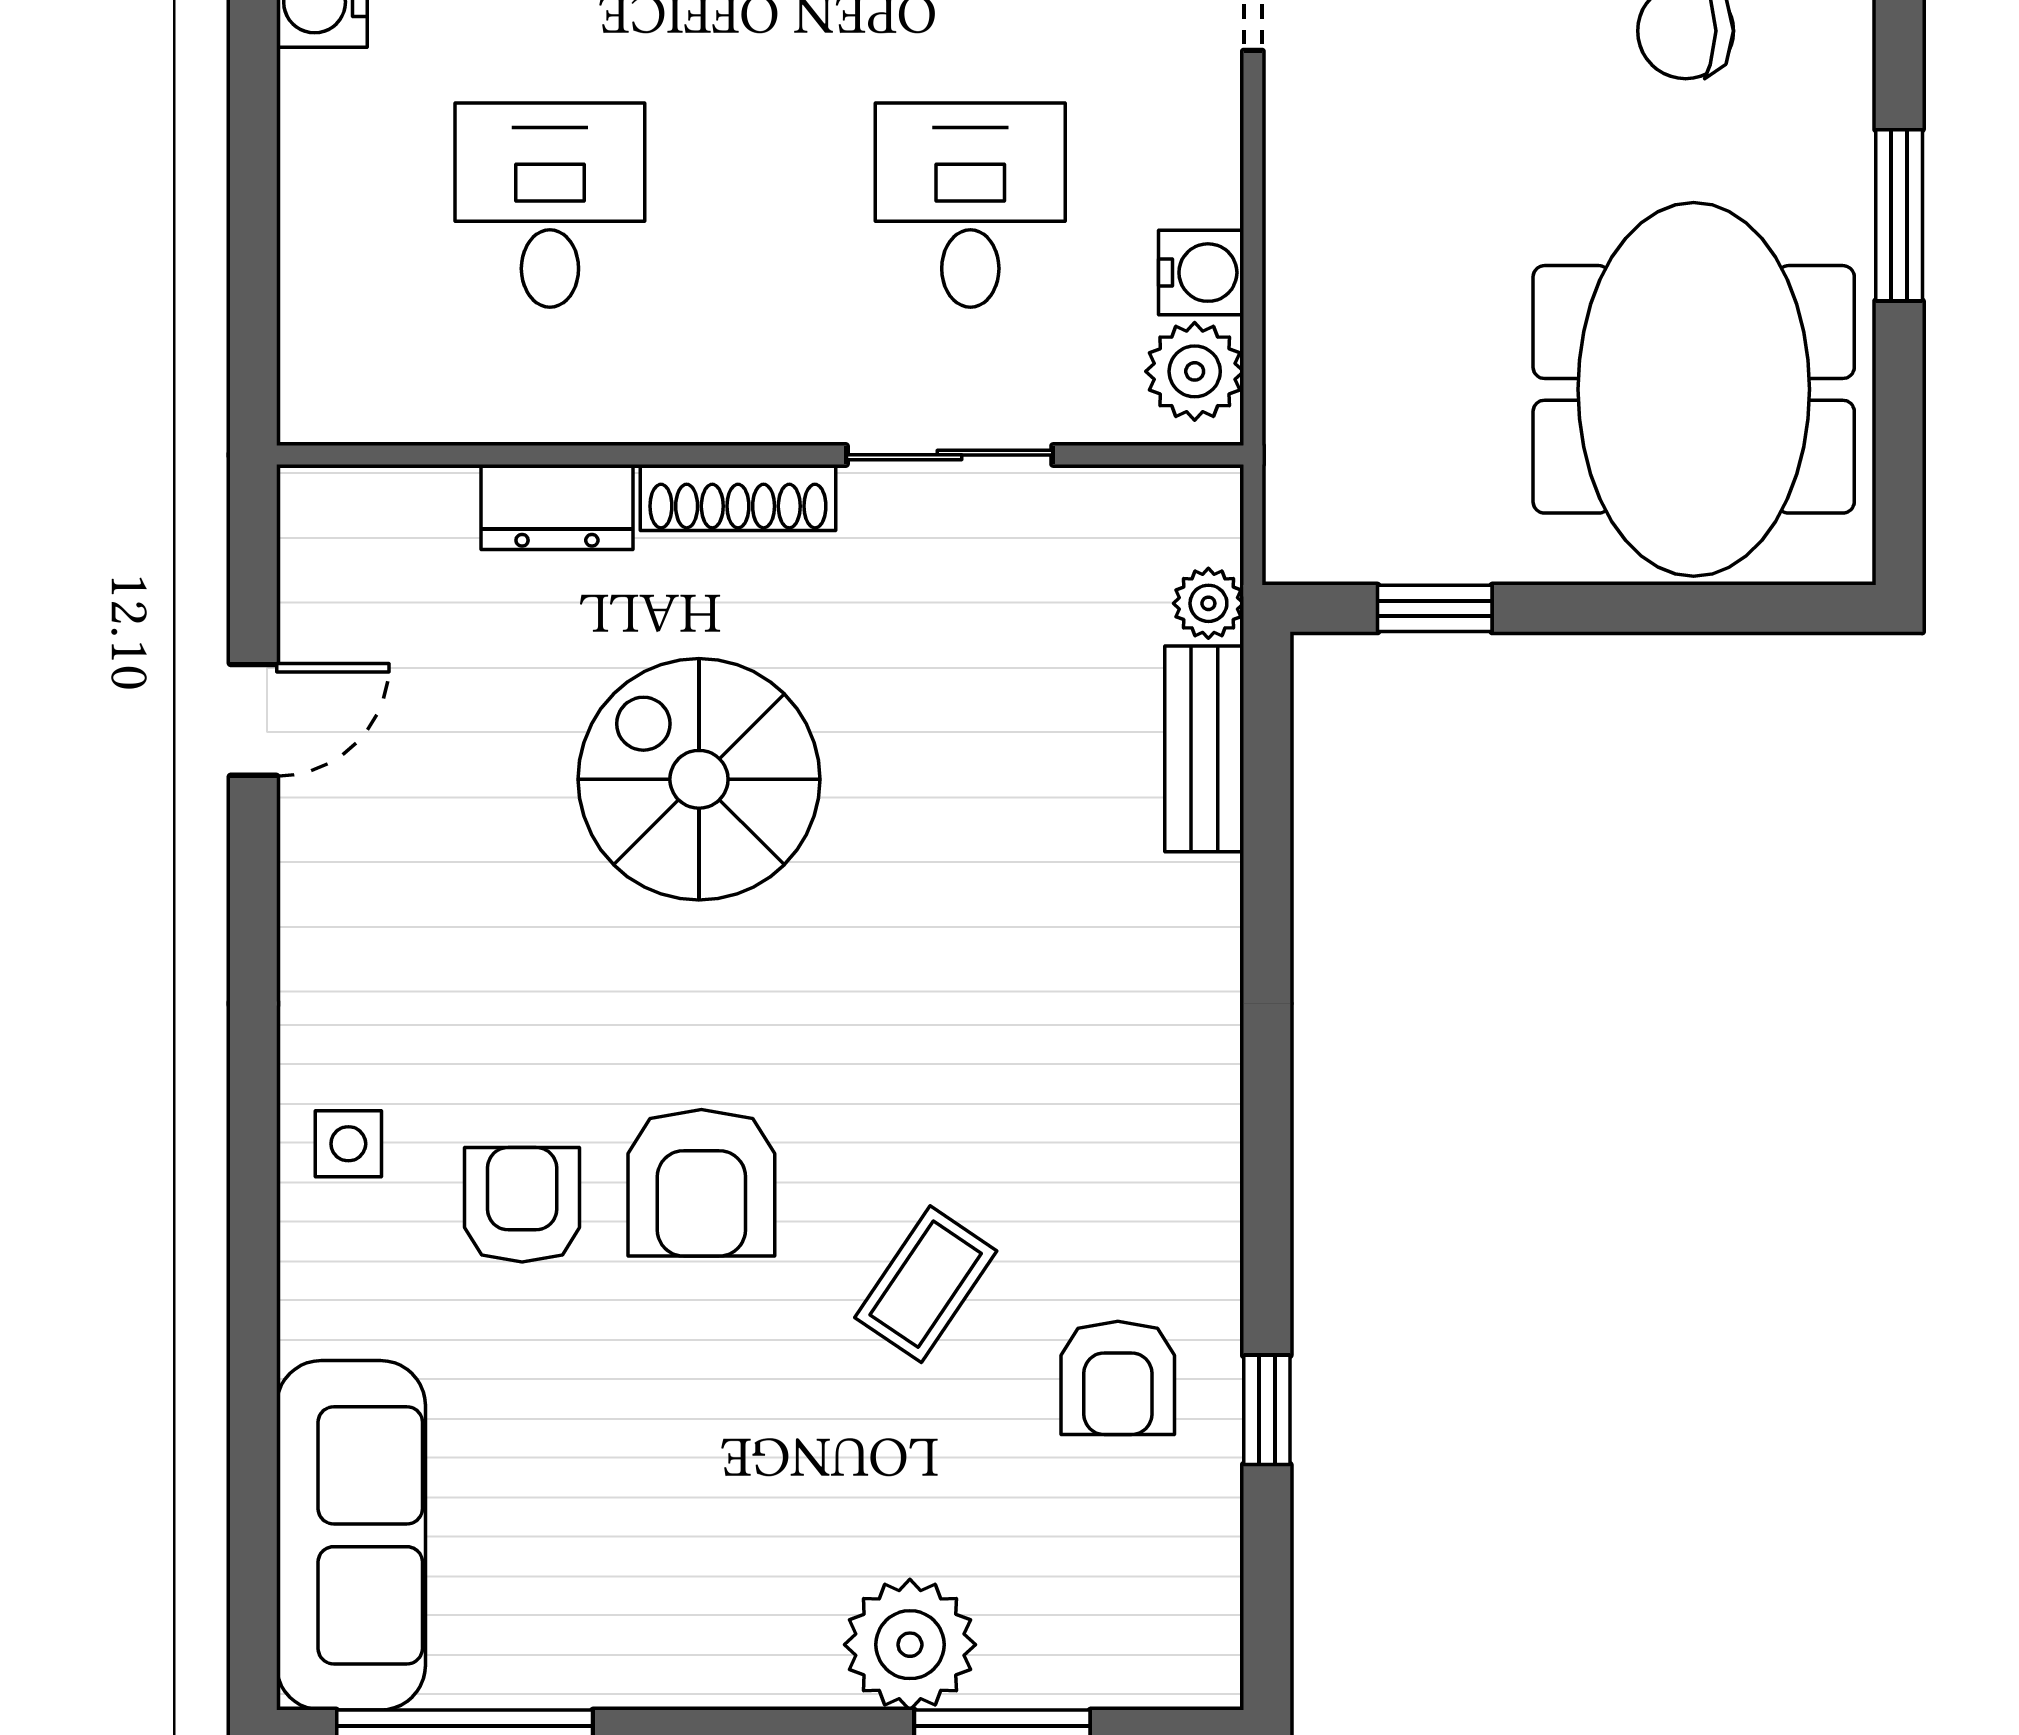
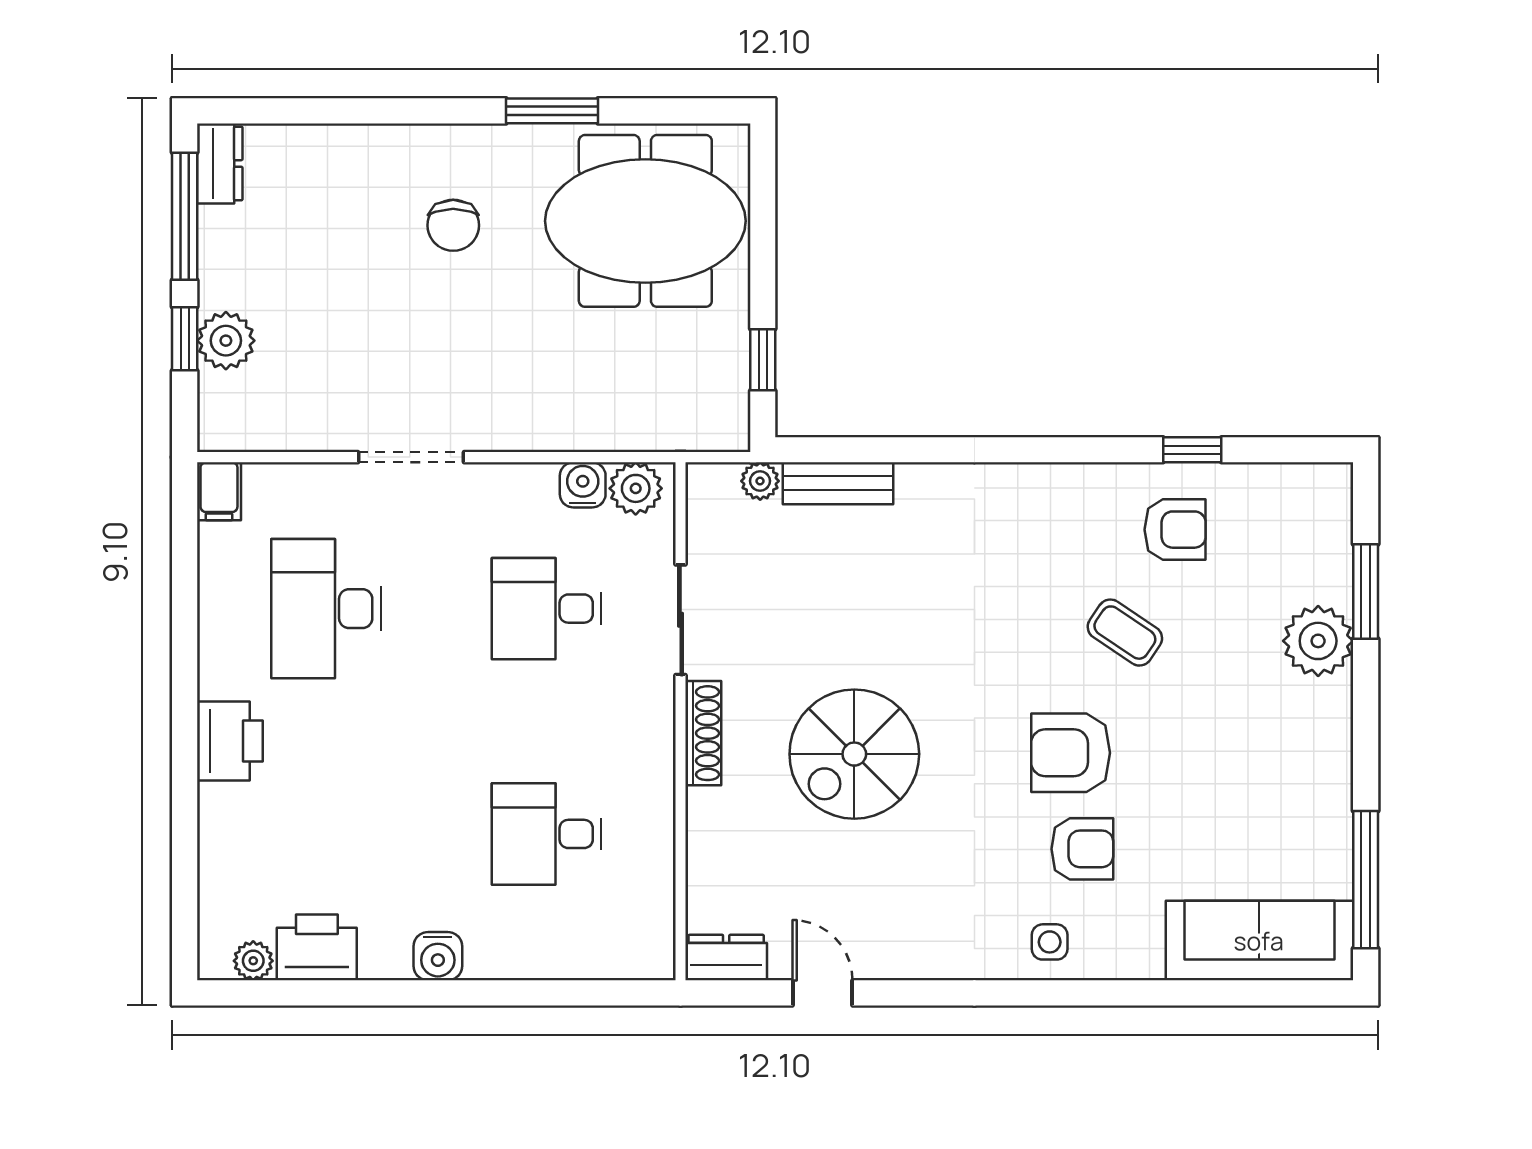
dresser: (557, 507) -> (726, 958), moved, turned -90
armchair: (701, 1183) -> (1071, 753), turned 180
armchair: (522, 1205) -> (1082, 849), turned 180

